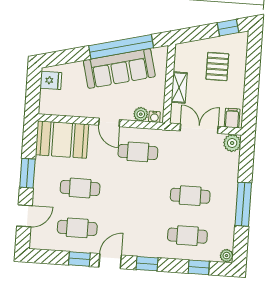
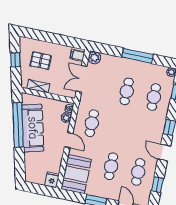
window: (228, 28) -> (15, 60), moved
fridge: (51, 80) -> (52, 180), moved
shelving: (179, 87) -> (38, 86), moved
door: (109, 122) -> (69, 140), hinge flipped
window: (79, 259) -> (157, 185), moved

